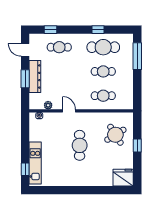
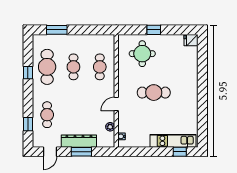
window: (137, 56) -> (57, 30), width x0.69
round table: (115, 135) -> (142, 54), turned 32
fridge: (123, 178) -> (191, 40), width x0.53, depth x0.75

